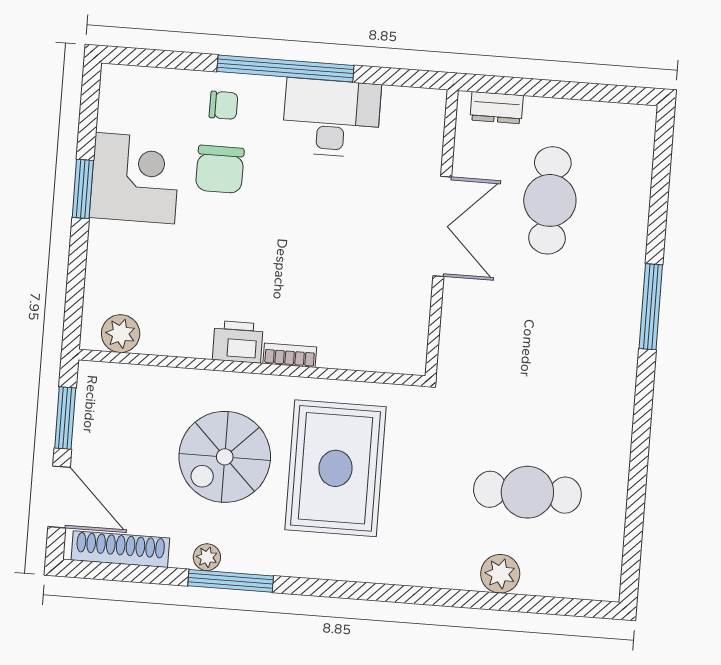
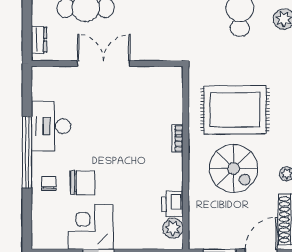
printer: (238, 342) -> (173, 204), moved

